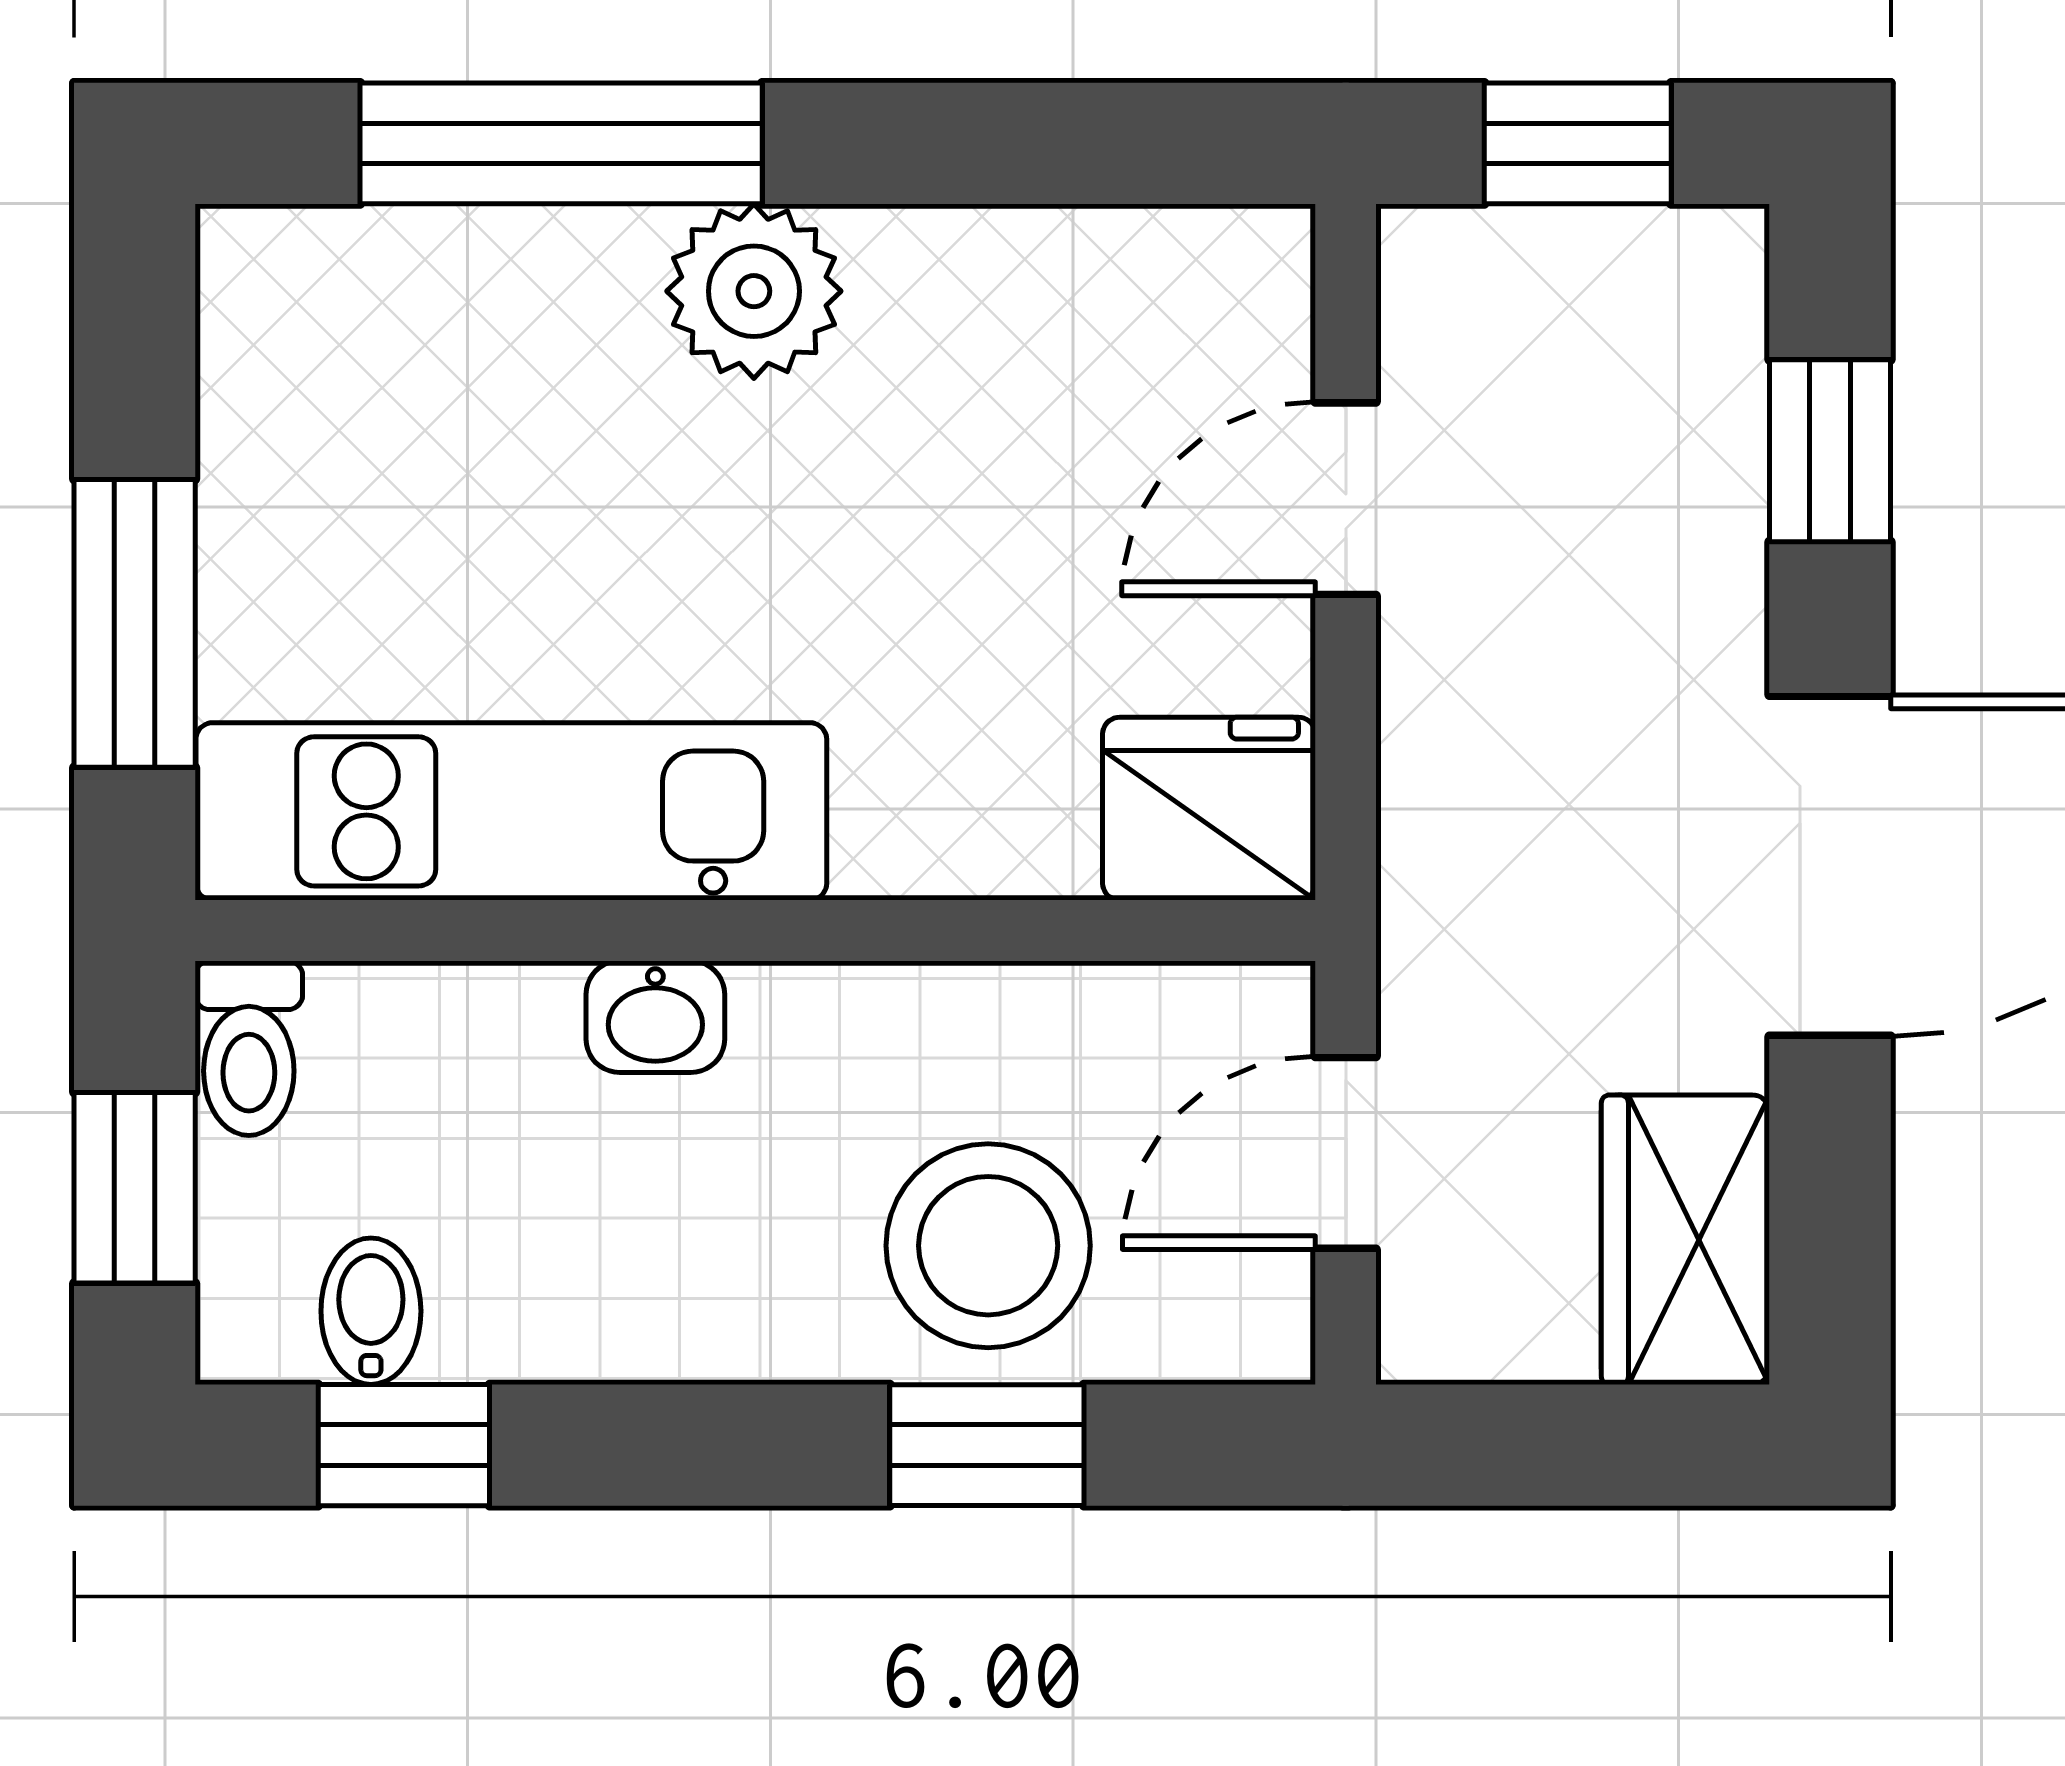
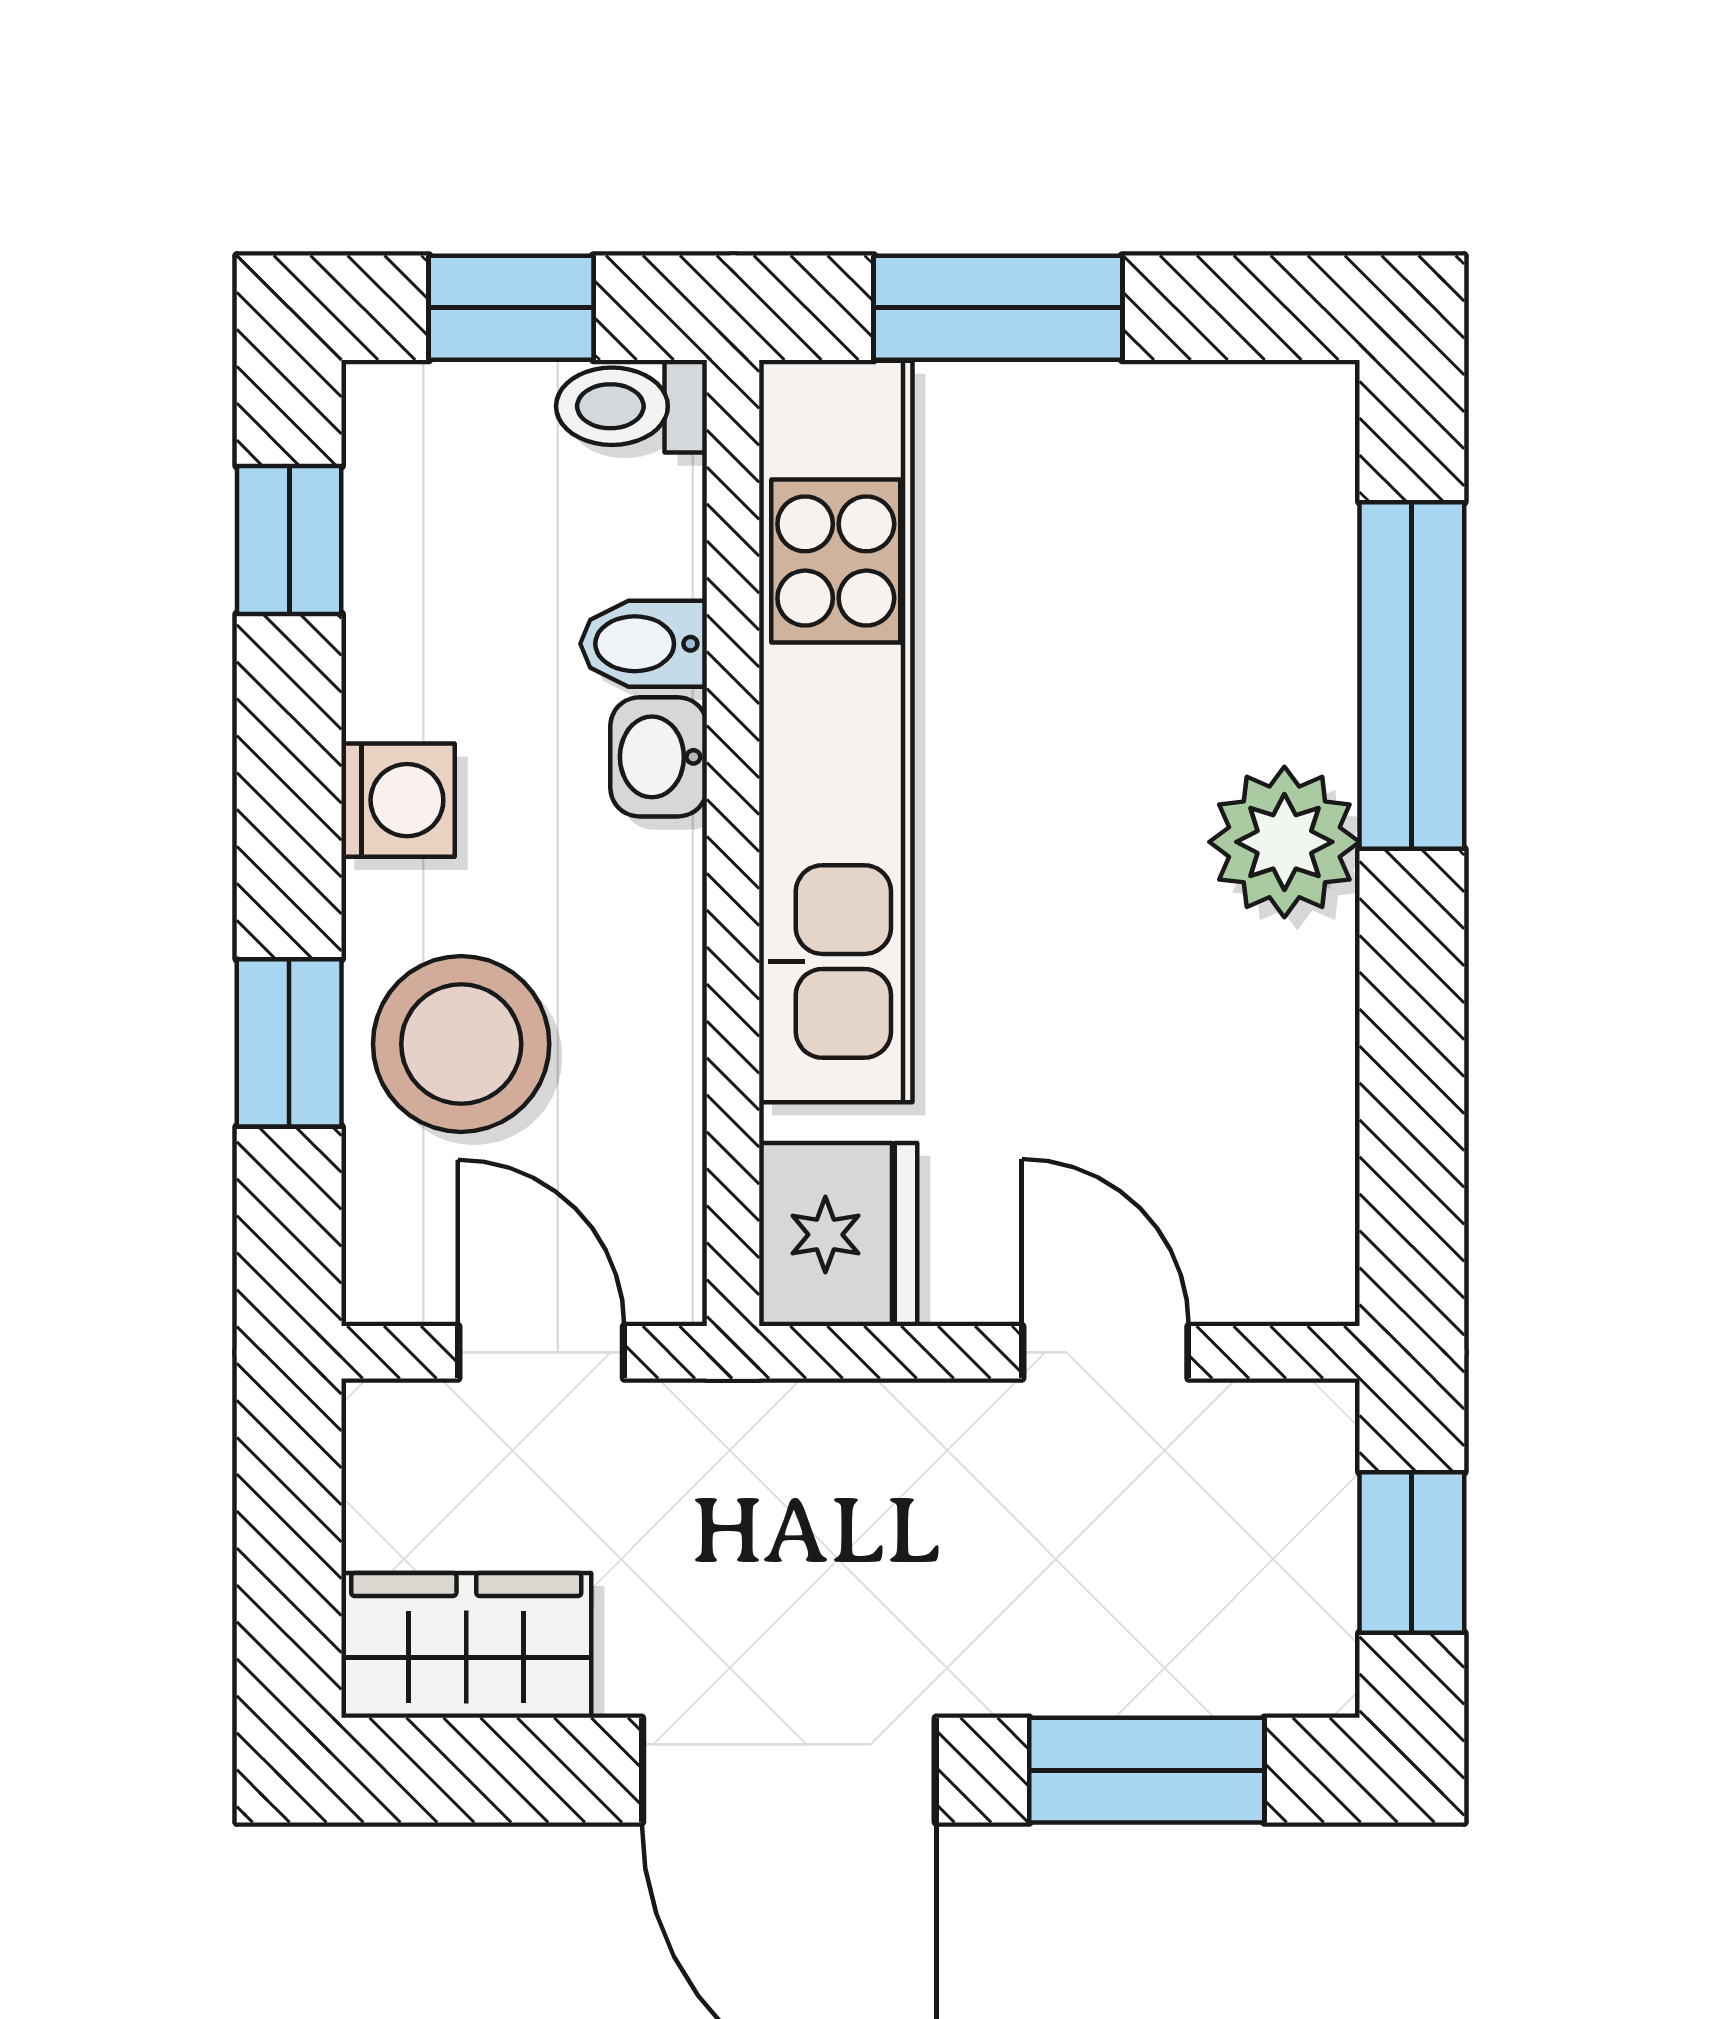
window: (1830, 451) -> (1147, 1770), width x1.50
kitchen unit: (511, 811) -> (836, 732), width x1.36
bidet: (371, 1311) -> (644, 644), moved, turned 180
washing machine: (705, 1319) -> (398, 800), added

